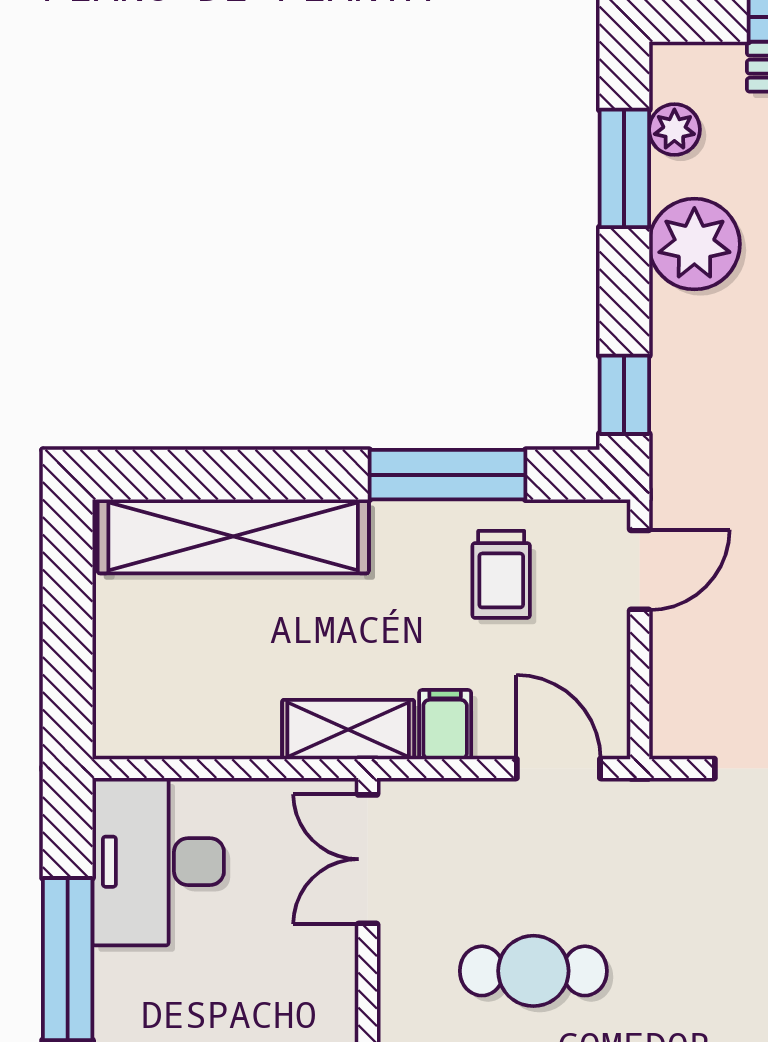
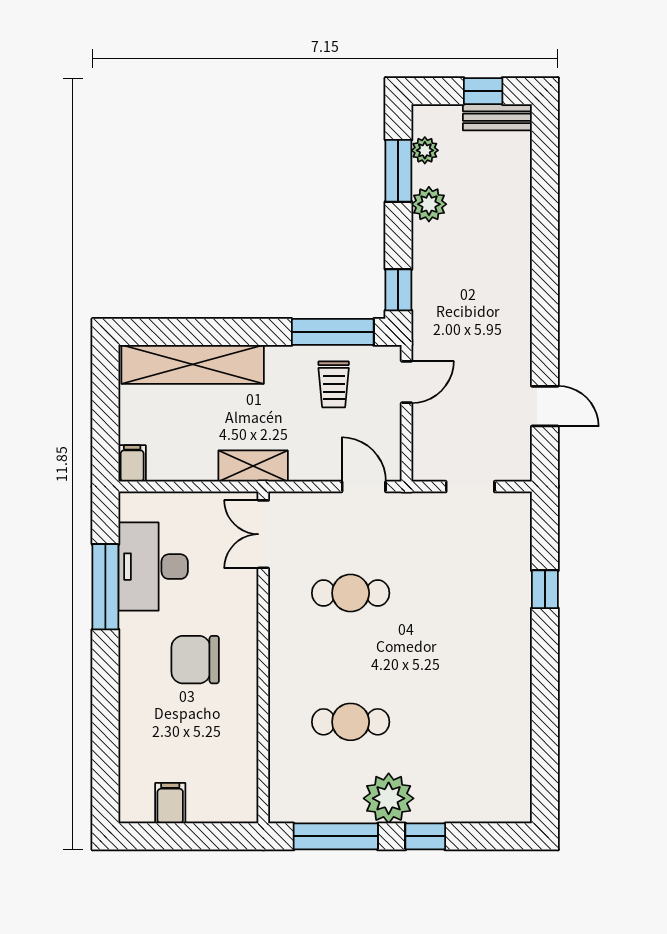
plant: (694, 244) -> (429, 204), width x0.73, depth x0.73
window: (447, 475) -> (333, 332), moved
filing cabinet: (445, 725) -> (132, 463), moved
desk: (158, 862) -> (153, 567), moved

